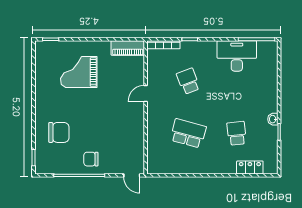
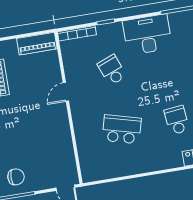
desk: (237, 56) -> (147, 35), moved
chair: (91, 159) -> (16, 177), turned 180

